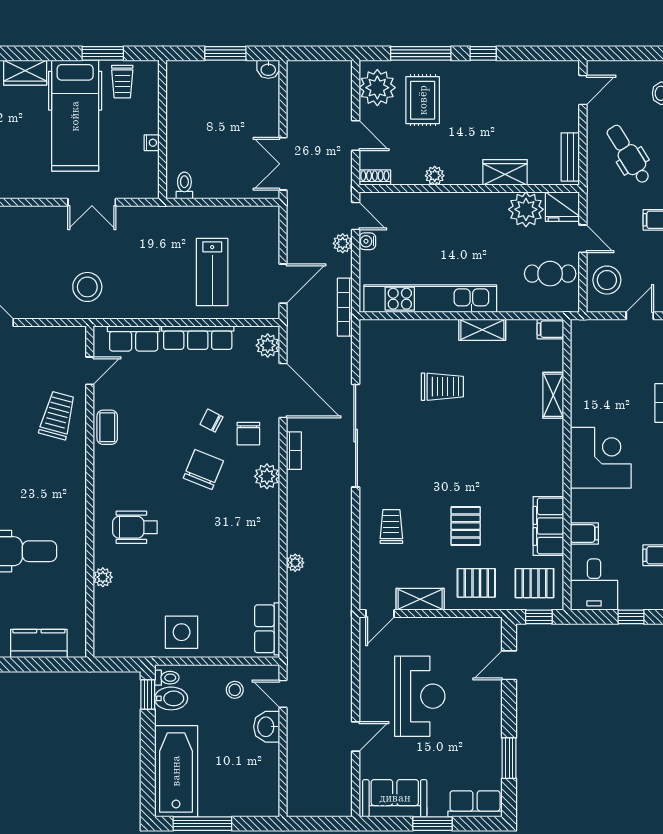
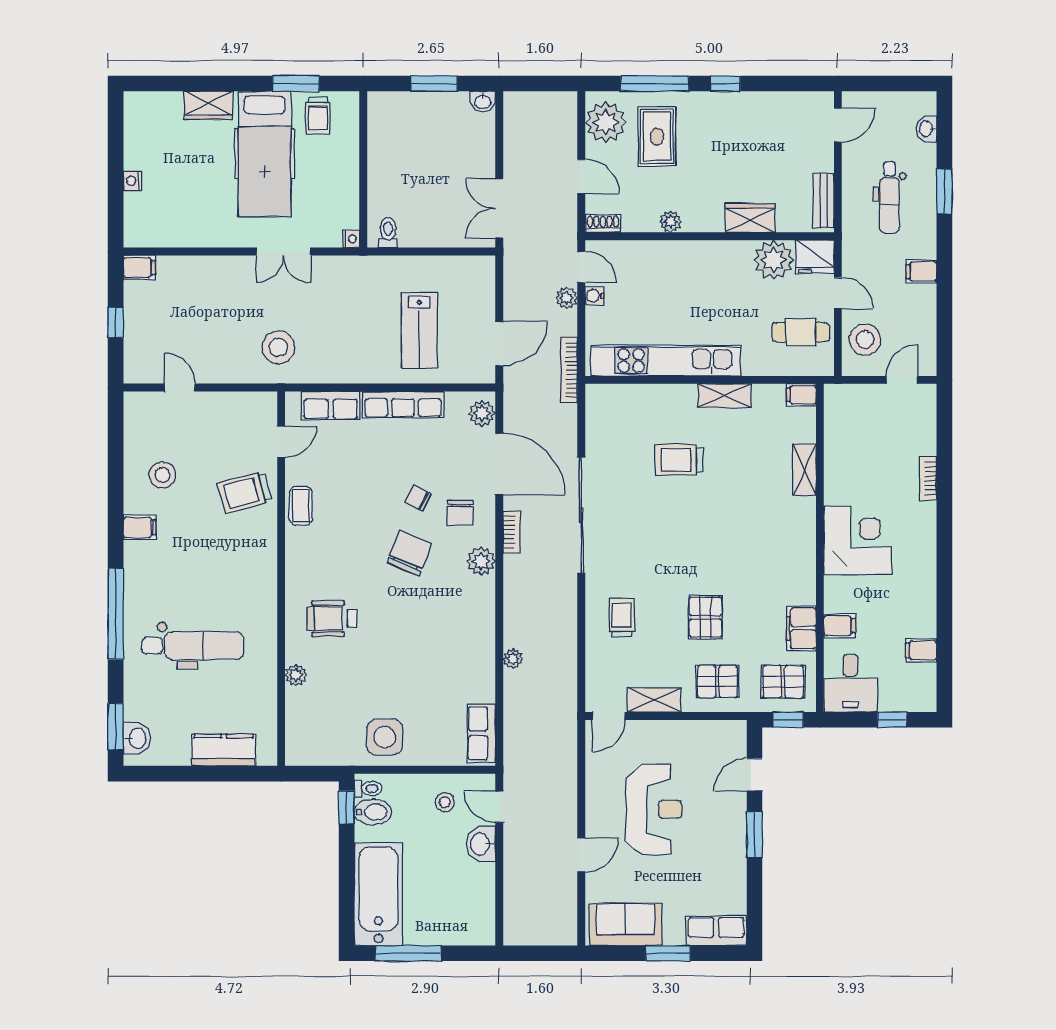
nightstand: (152, 143) -> (351, 239), moved
dental chair: (629, 154) -> (889, 198), turned -148
trolley: (442, 387) -> (679, 460), turned 180
trolley: (58, 415) -> (245, 492), turned -120
filing cabinet: (548, 526) -> (801, 628), width x0.67, depth x0.86
window: (509, 758) -> (754, 835), moved

